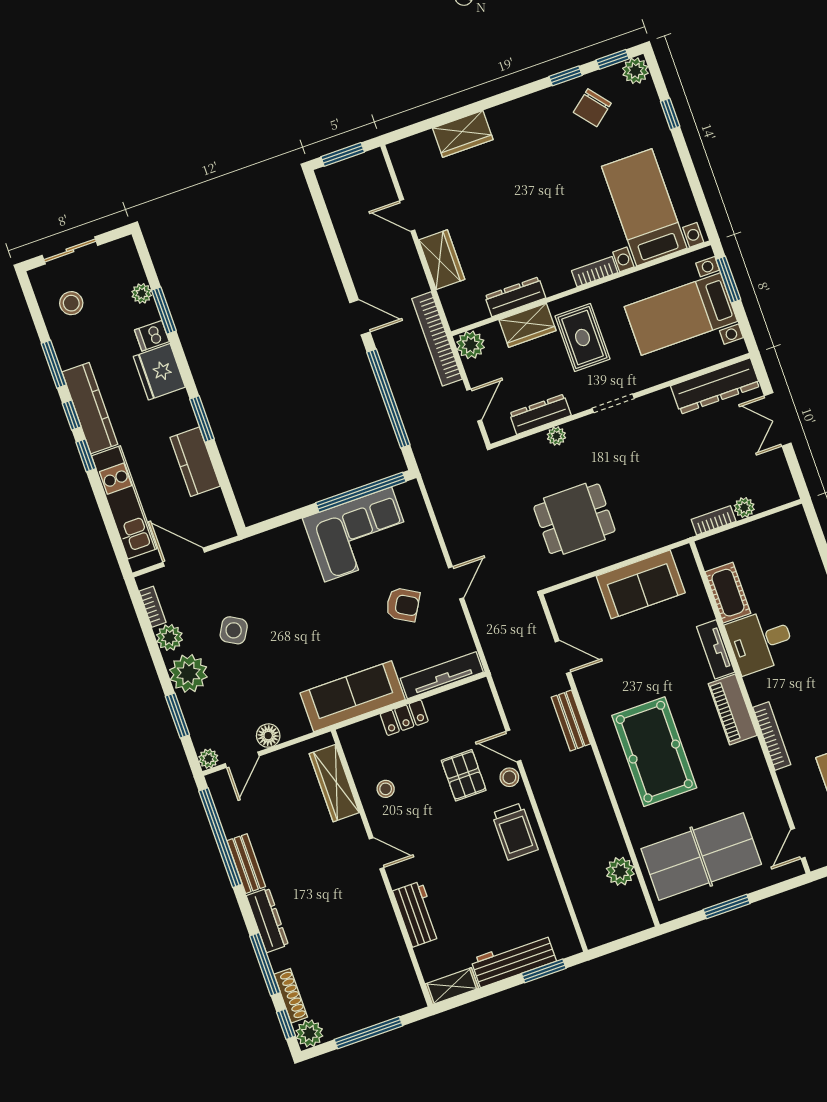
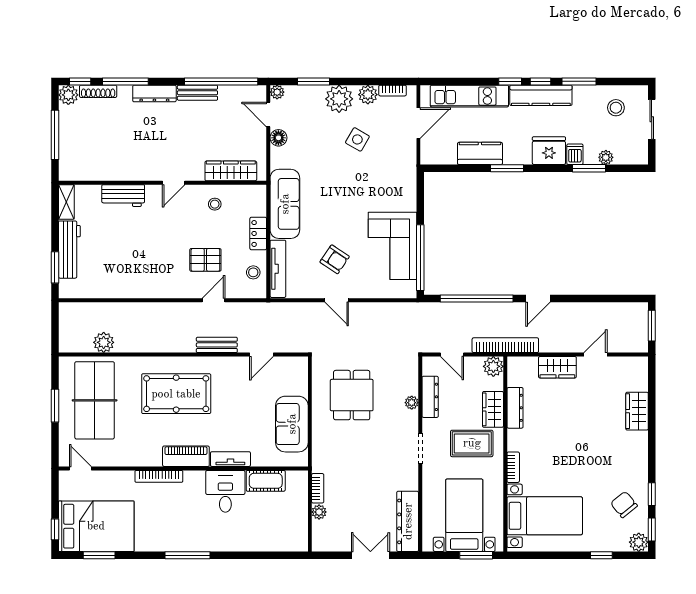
armchair: (403, 605) -> (335, 259), turned -86
stool: (509, 777) -> (253, 272), moved
trolley: (515, 831) -> (156, 281), removed

